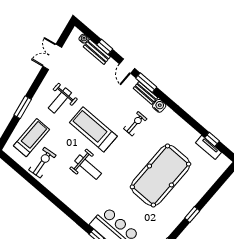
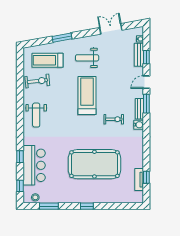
treadmill: (32, 138) -> (47, 60), turned 180
weight bench: (88, 167) -> (36, 115), moved

